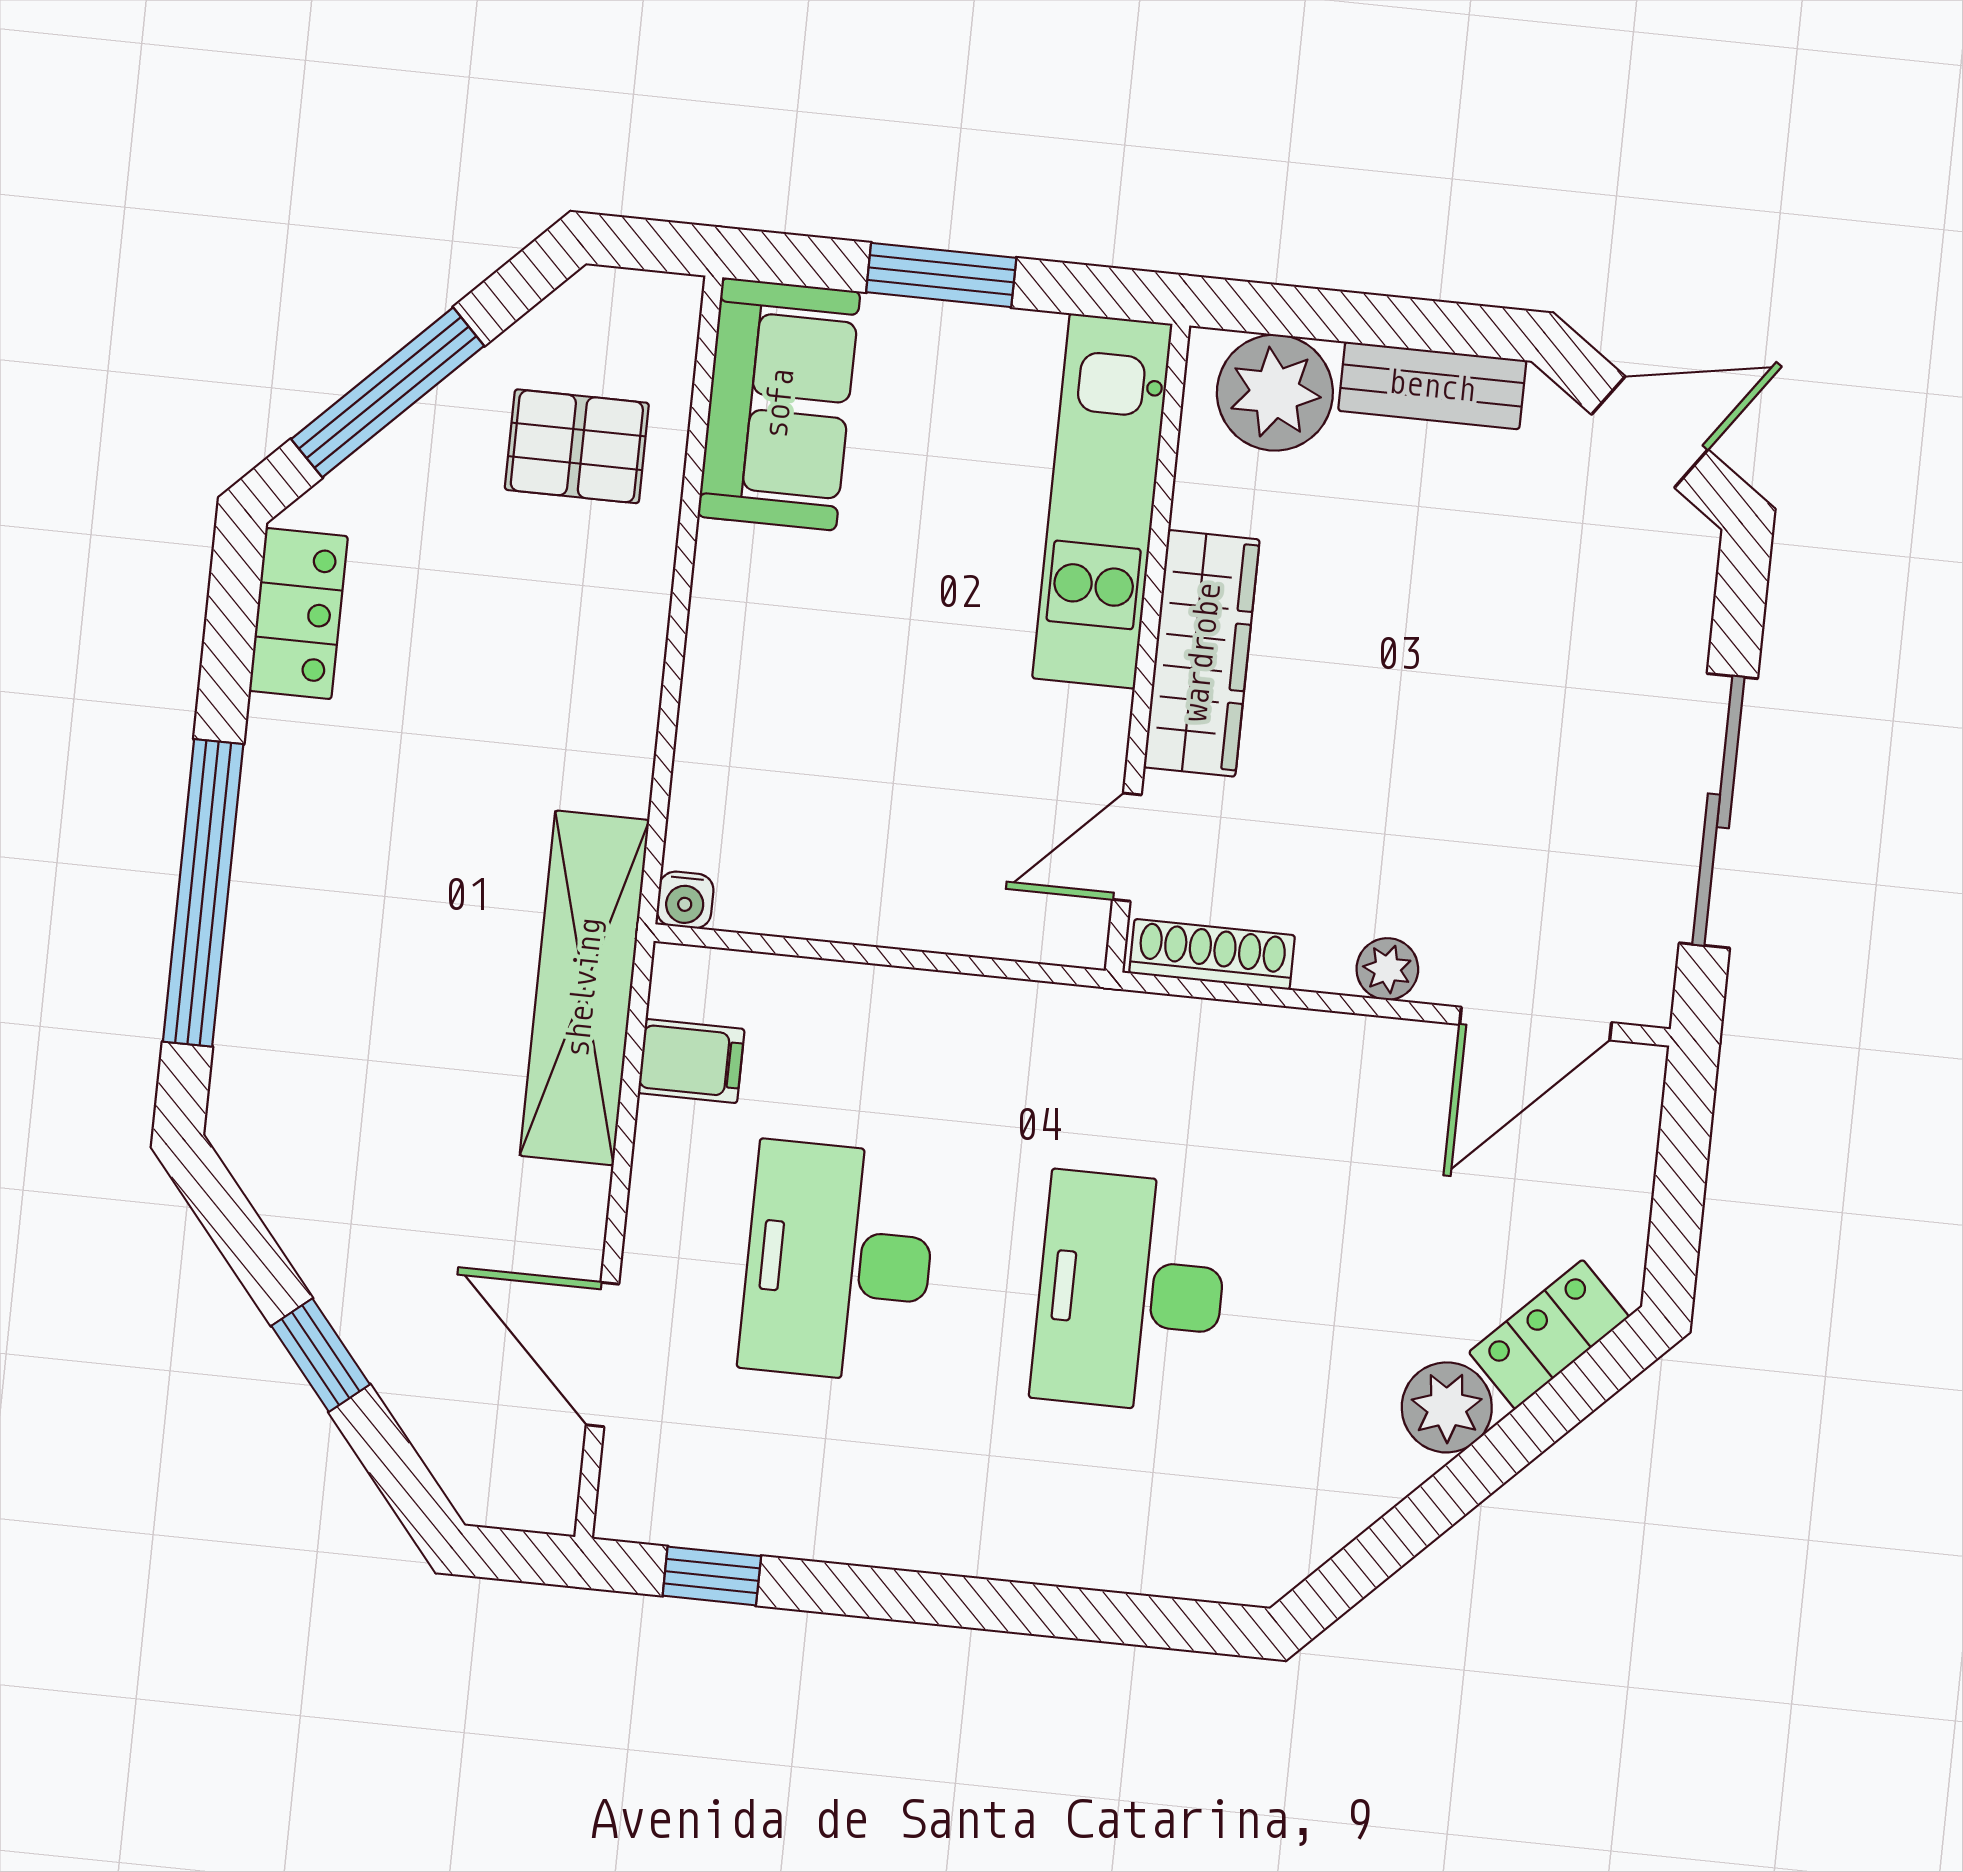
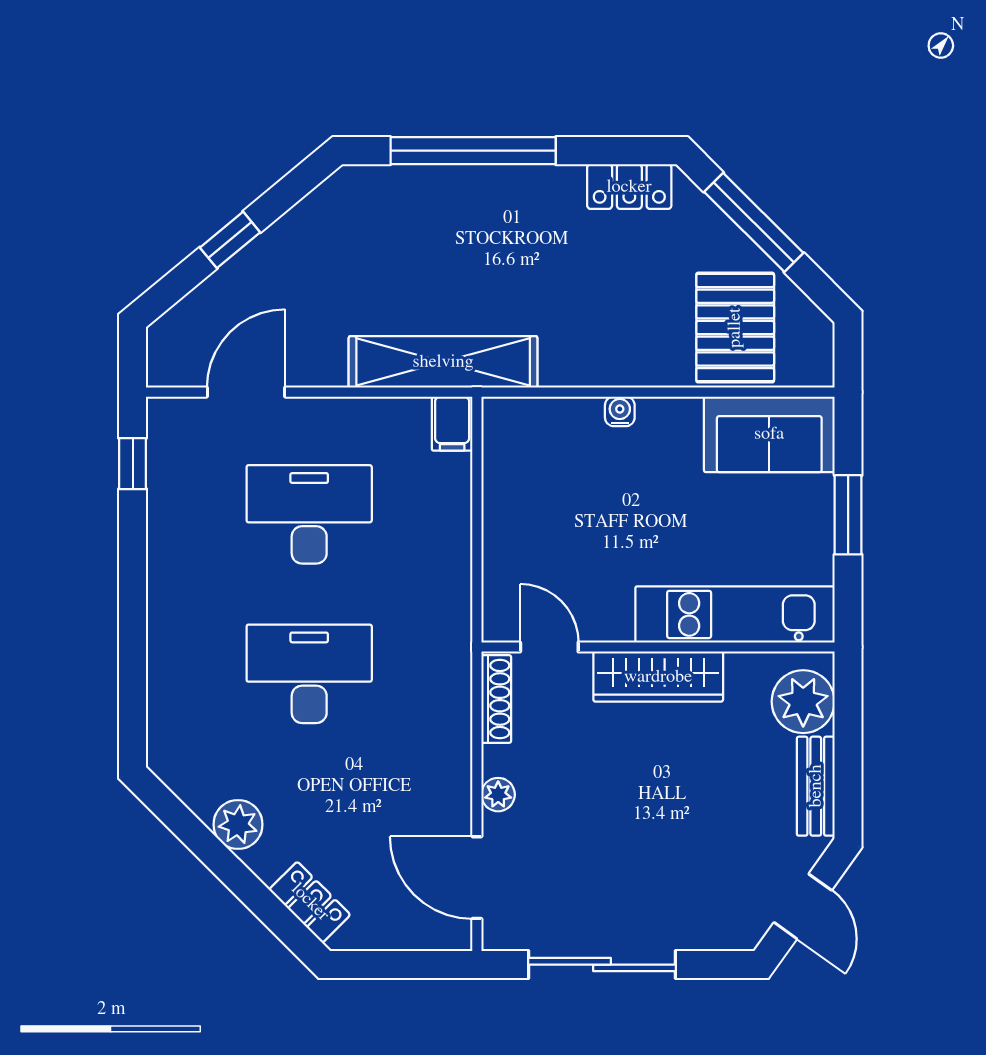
pallet: (577, 446) -> (735, 328), width x1.50, depth x1.42
water cooler: (685, 900) -> (620, 411), moved, turned 90
filing cabinet: (691, 1061) -> (452, 424), moved
plant: (1447, 1407) -> (238, 825), moved

